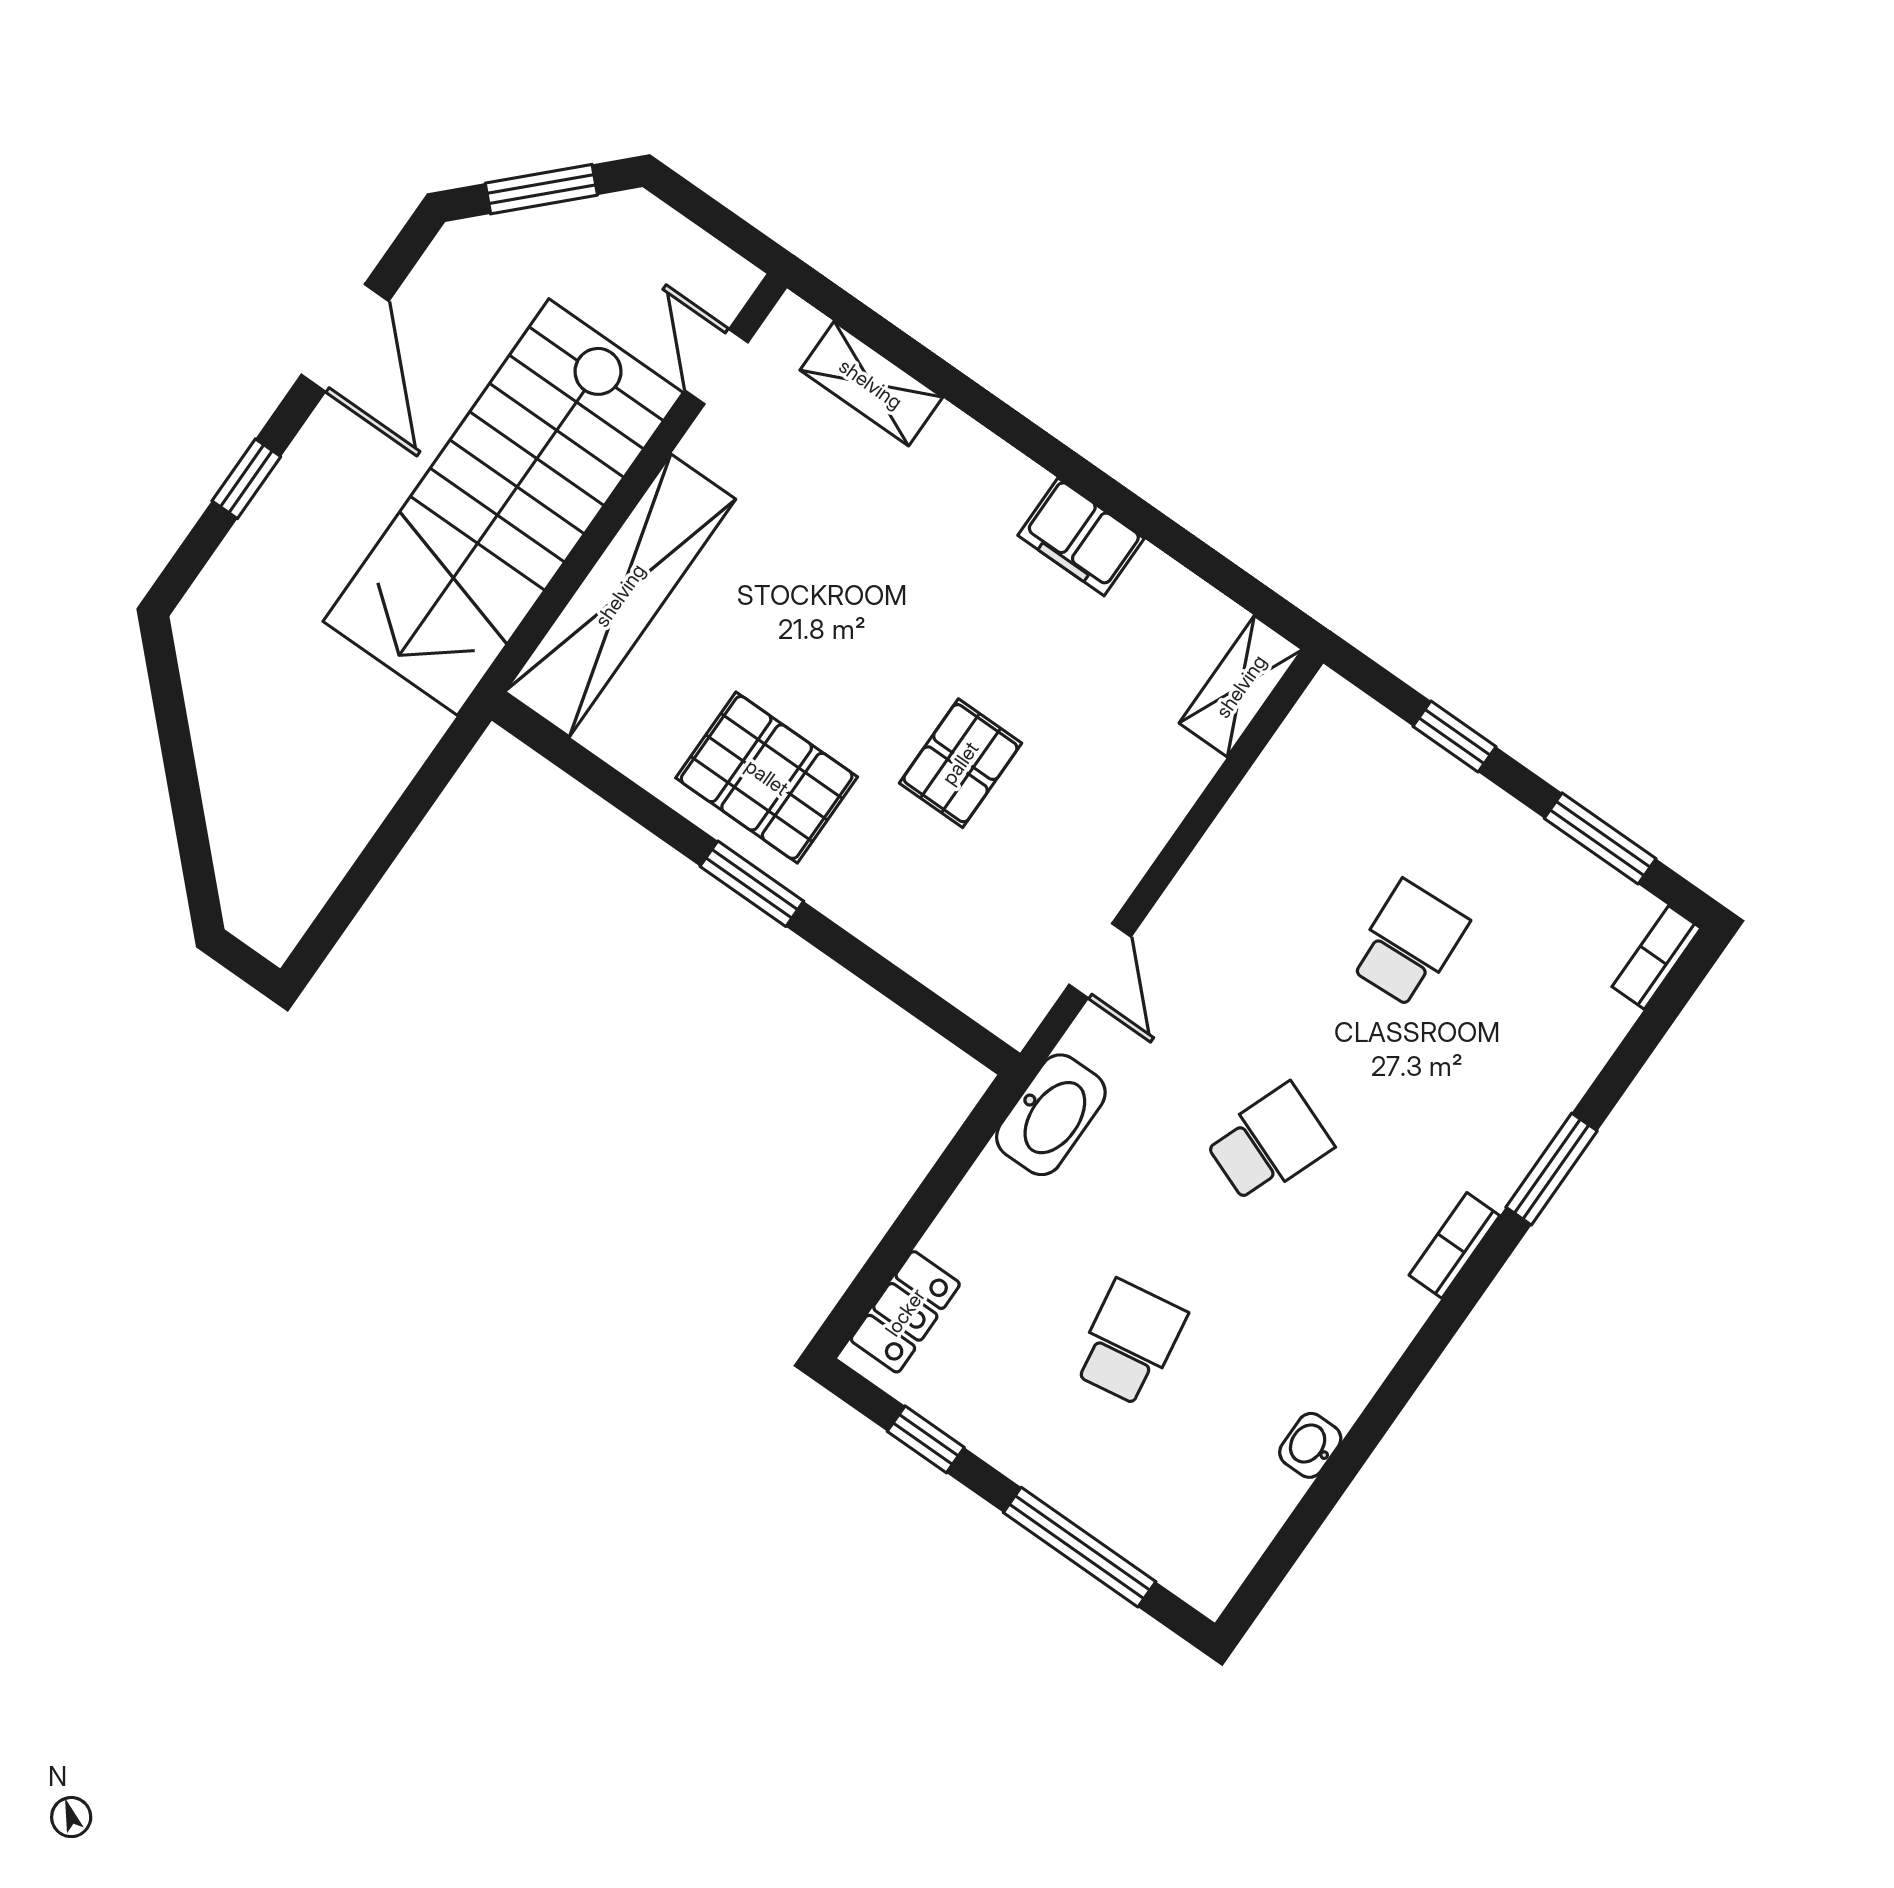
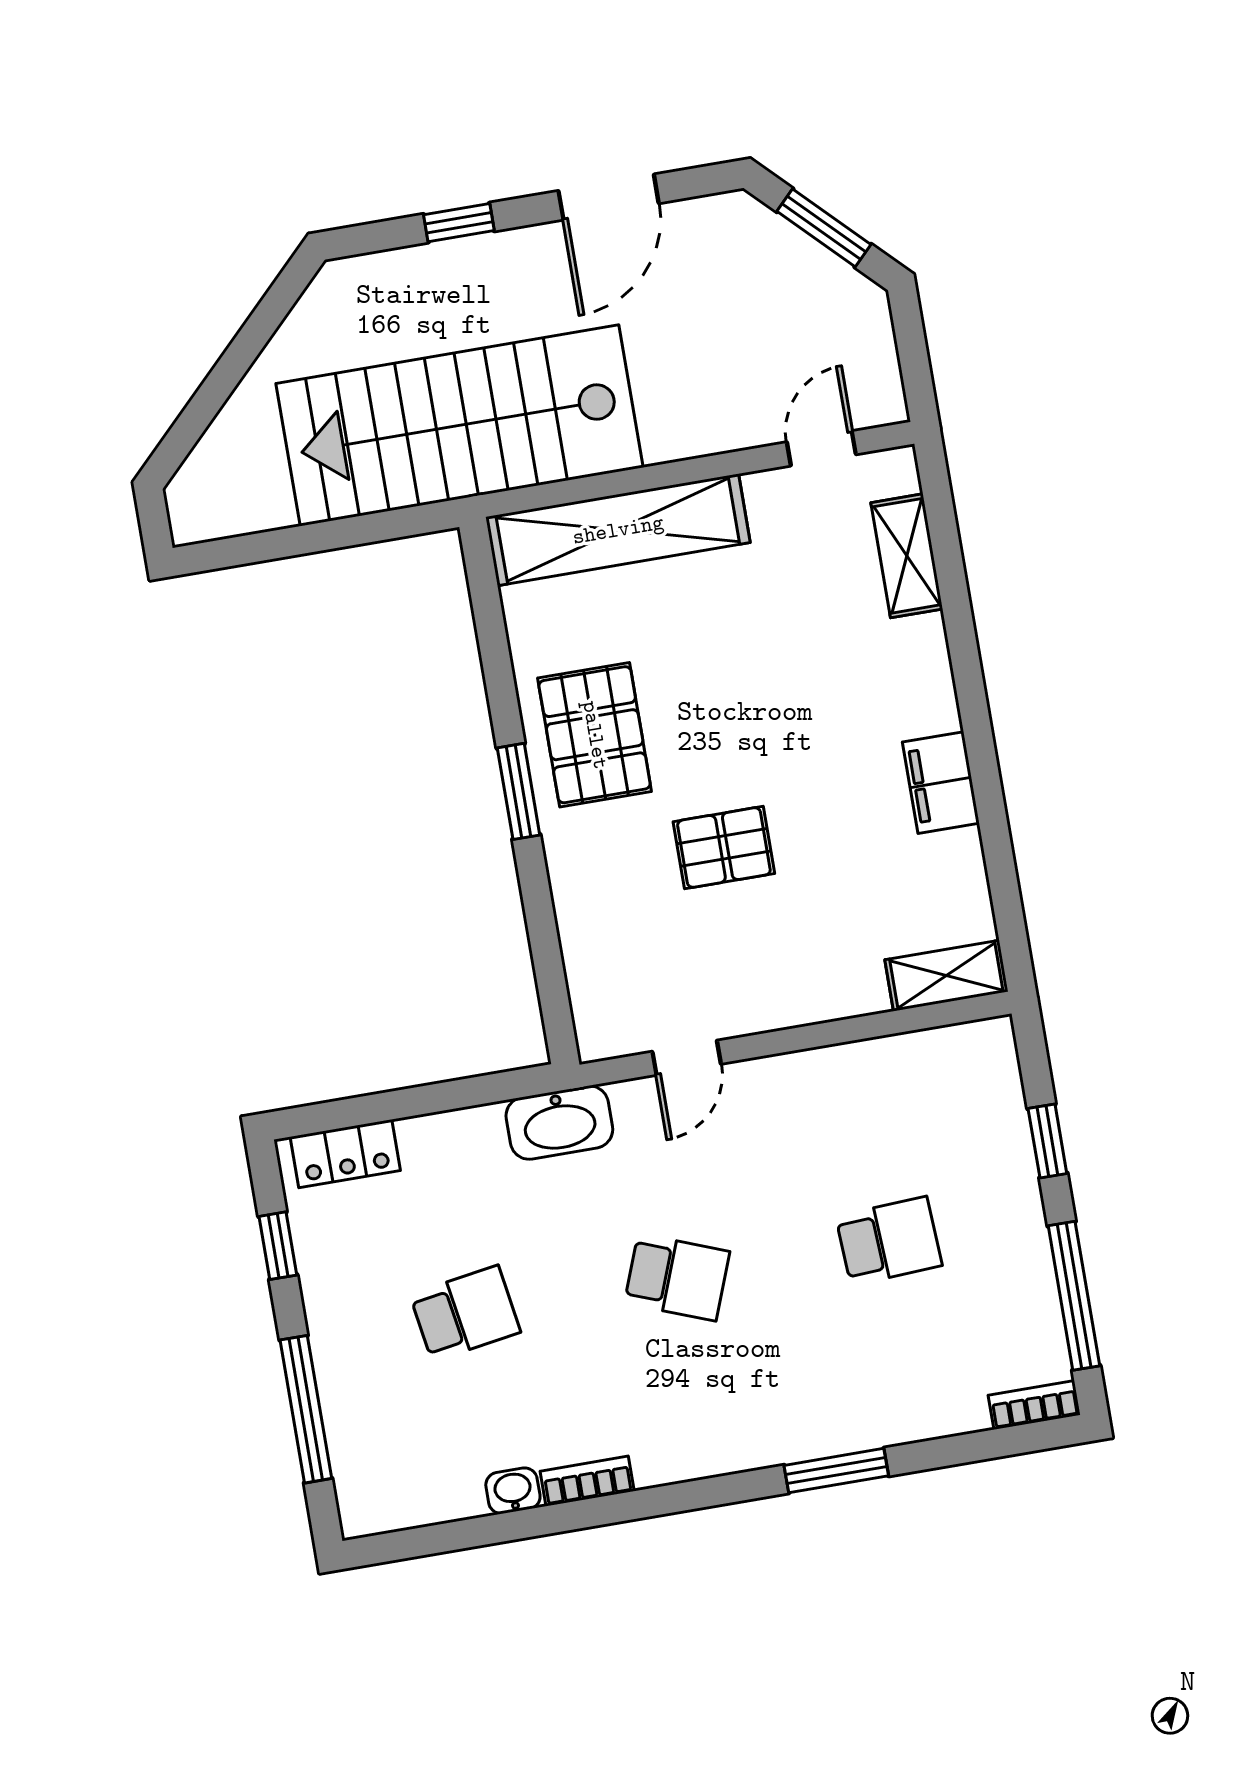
stairs: (503, 507) -> (459, 425), moved
window: (1600, 838) -> (1074, 1296), width x1.44
bookcase: (1454, 1245) -> (587, 1481), moved

